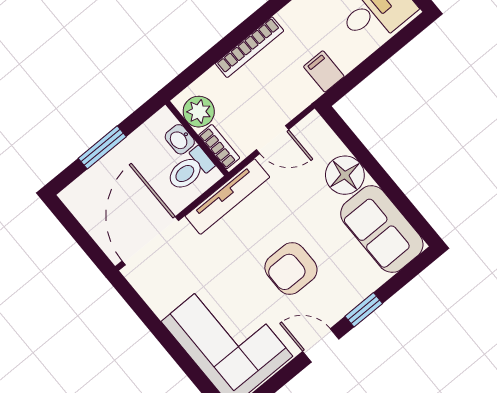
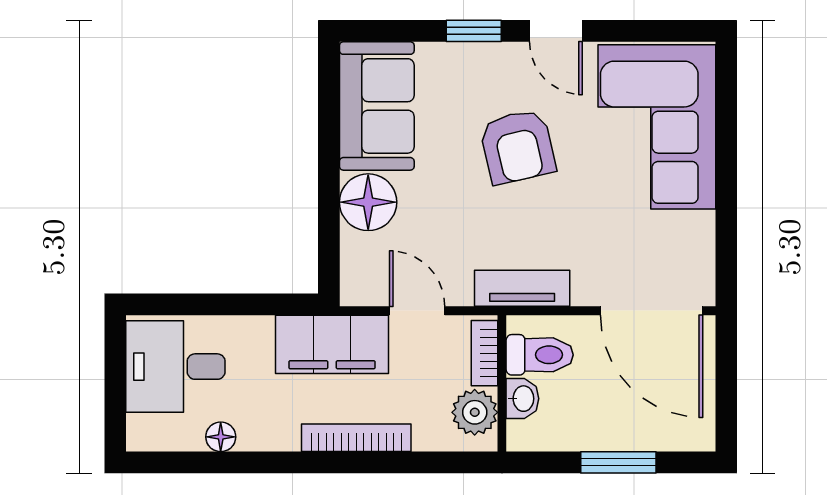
filing cabinet: (324, 71) -> (332, 344), width x3.00, depth x1.17
tv unit: (227, 197) -> (522, 288), width x0.71
door: (150, 241) -> (652, 311), hinge flipped
armchair: (291, 268) -> (518, 147), turned 77

